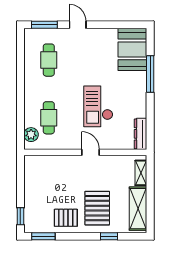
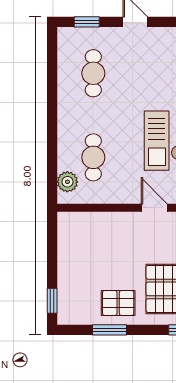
window: (44, 25) -> (87, 22), width x0.67
window: (43, 236) -> (110, 330), moved

